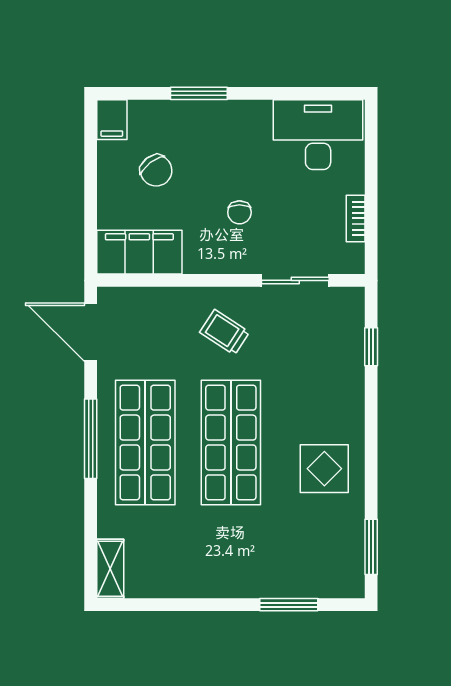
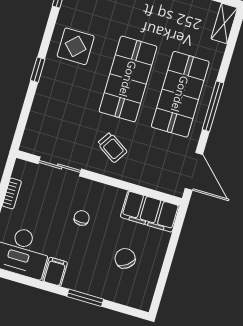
filing cabinet: (112, 120) -> (55, 272), moved
window: (371, 347) -> (38, 70), moved

